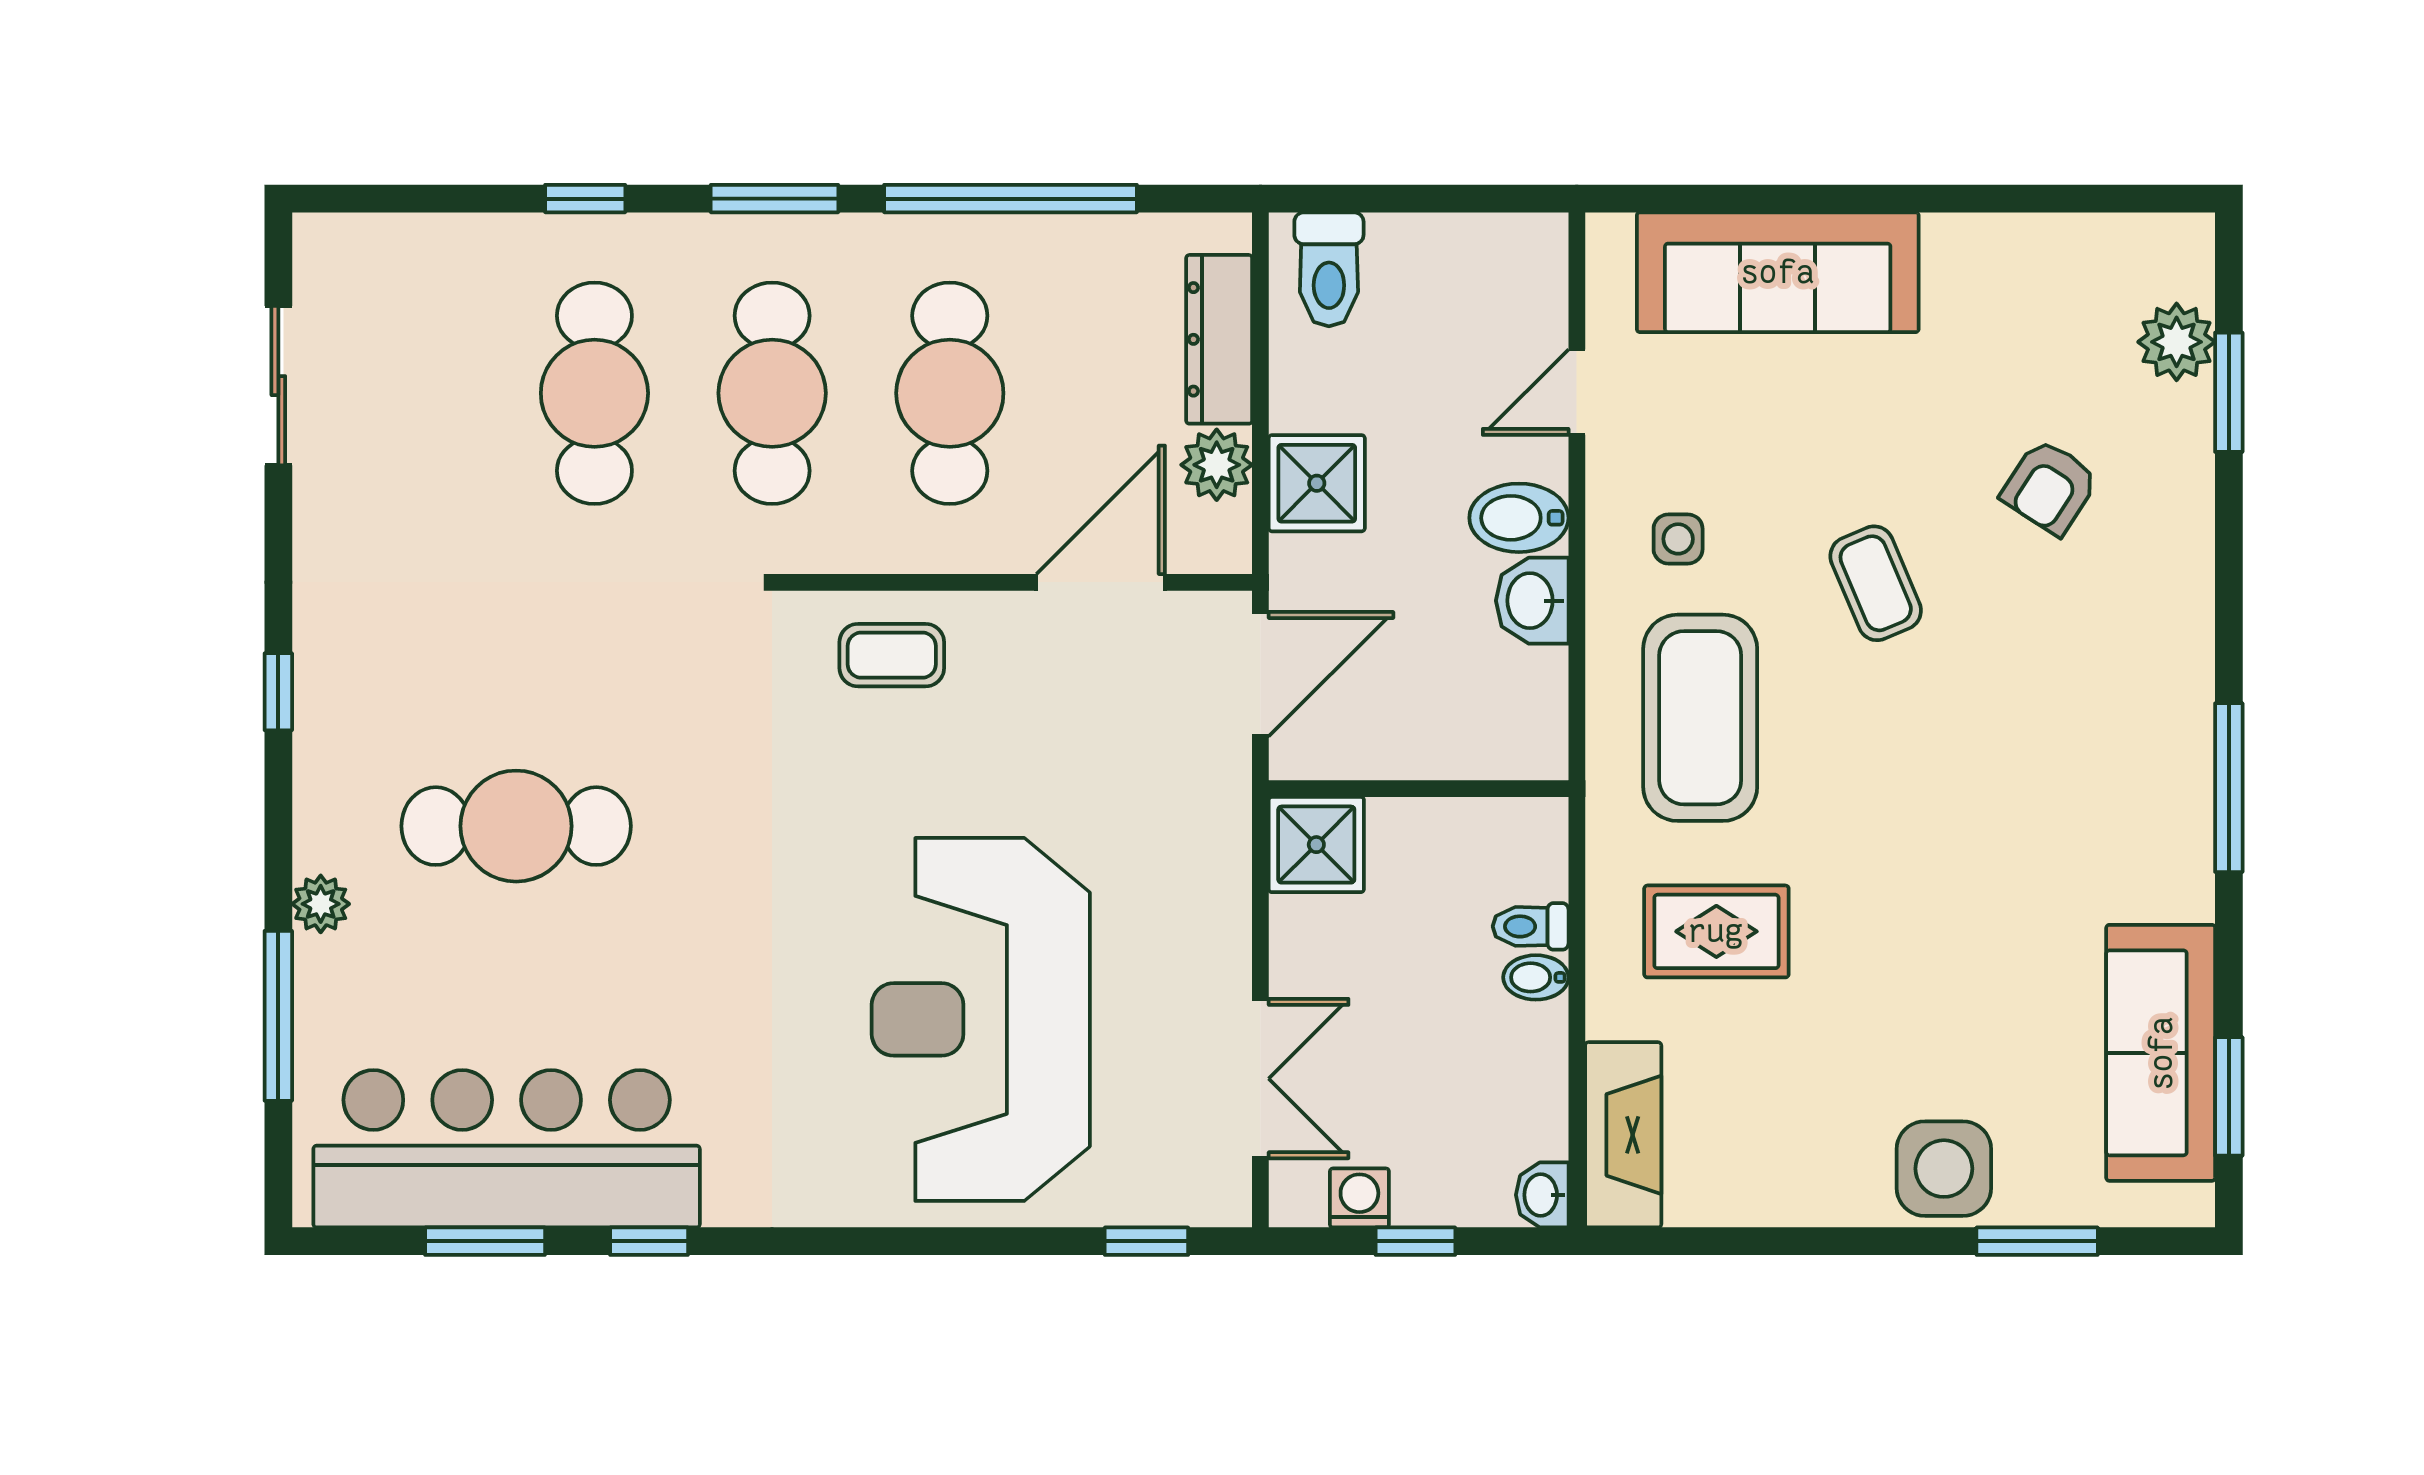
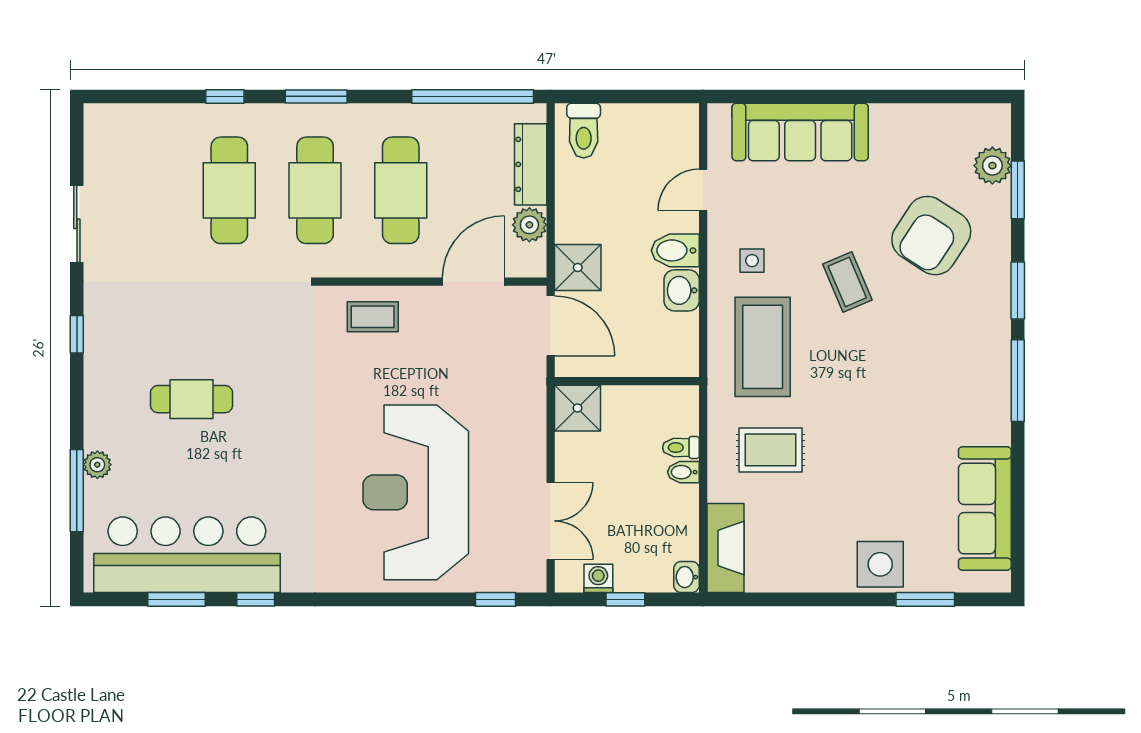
window: (1010, 199) -> (473, 96), moved
sliding door: (278, 386) -> (77, 224), moved
shower: (1317, 483) -> (578, 268), moved
armchair: (2050, 487) -> (931, 236), width x1.88, depth x1.88
door: (1260, 674) -> (551, 326), hinge flipped
cafe table: (516, 826) -> (192, 399), width x0.73, depth x0.74
plant: (321, 904) -> (97, 465), moved
window: (2229, 1096) -> (1018, 291), moved

